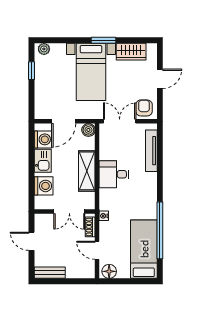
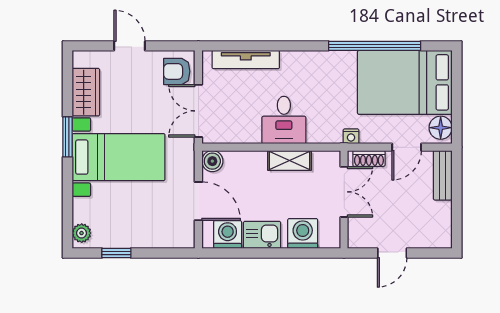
shelving: (87, 171) -> (289, 160), width x0.67, depth x0.75
bed: (144, 249) -> (405, 82), width x1.50
bench: (50, 273) -> (443, 175), moved

